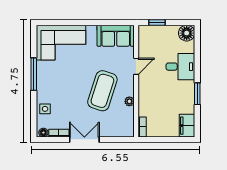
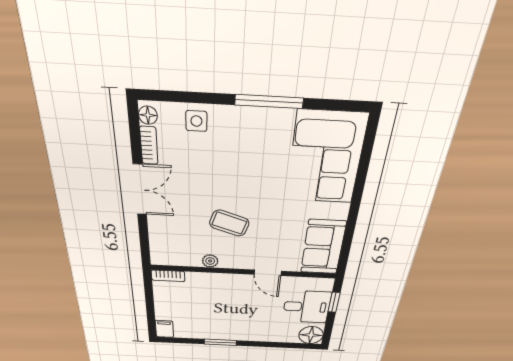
desk: (180, 67) -> (307, 307), moved, turned -90
coffee table: (102, 91) -> (229, 223), width x0.54, depth x0.58
filing cabinet: (187, 126) -> (164, 329), width x0.50

